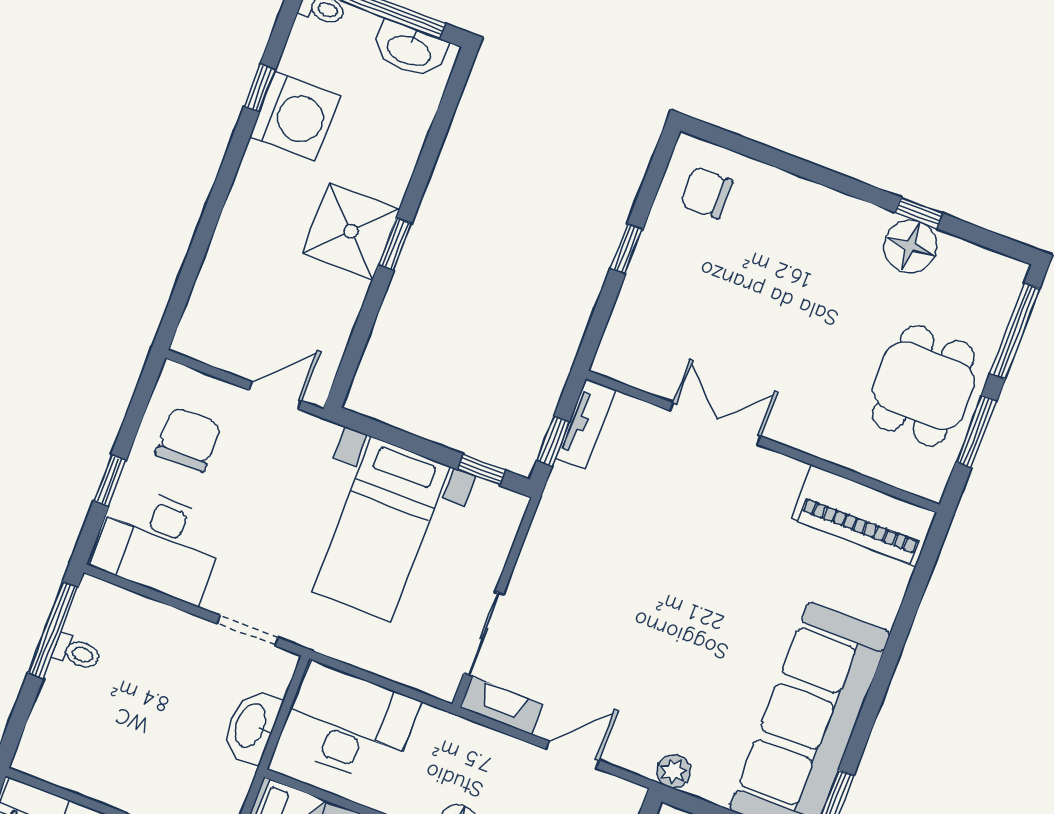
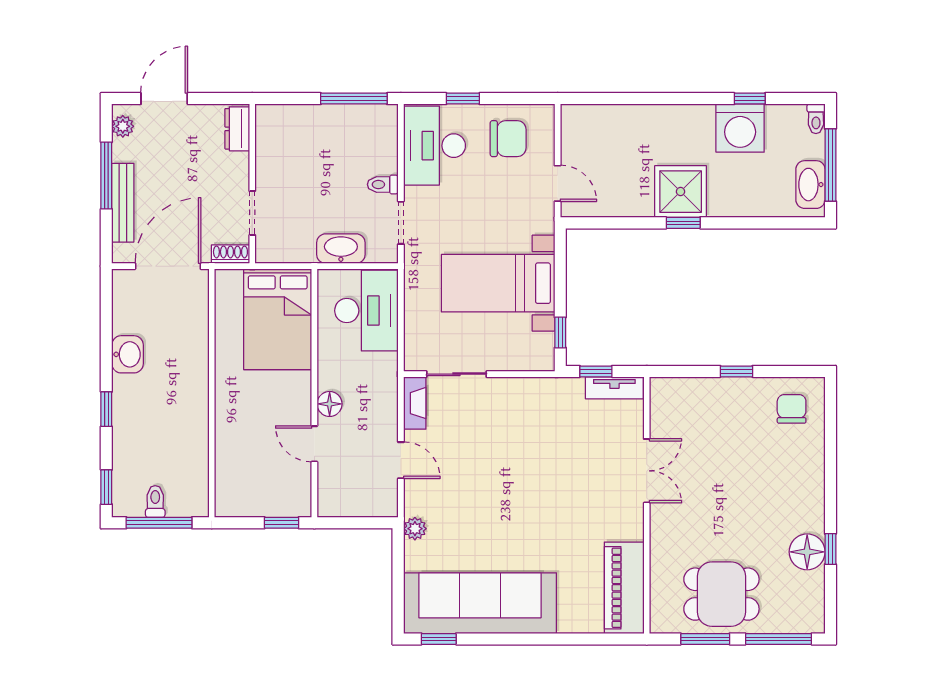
toilet: (77, 652) -> (383, 184), moved, turned 90

